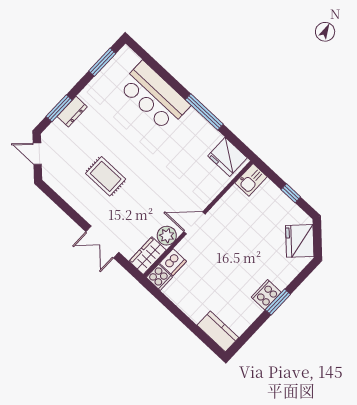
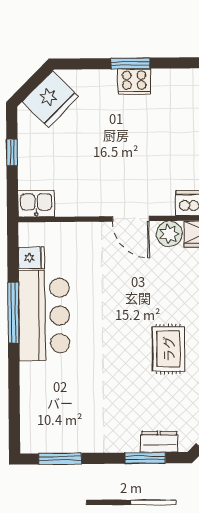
bar counter: (154, 96) -> (44, 316), moved
dresser: (72, 112) -> (159, 442), moved
fridge: (227, 157) -> (31, 258), width x0.53, depth x0.75

